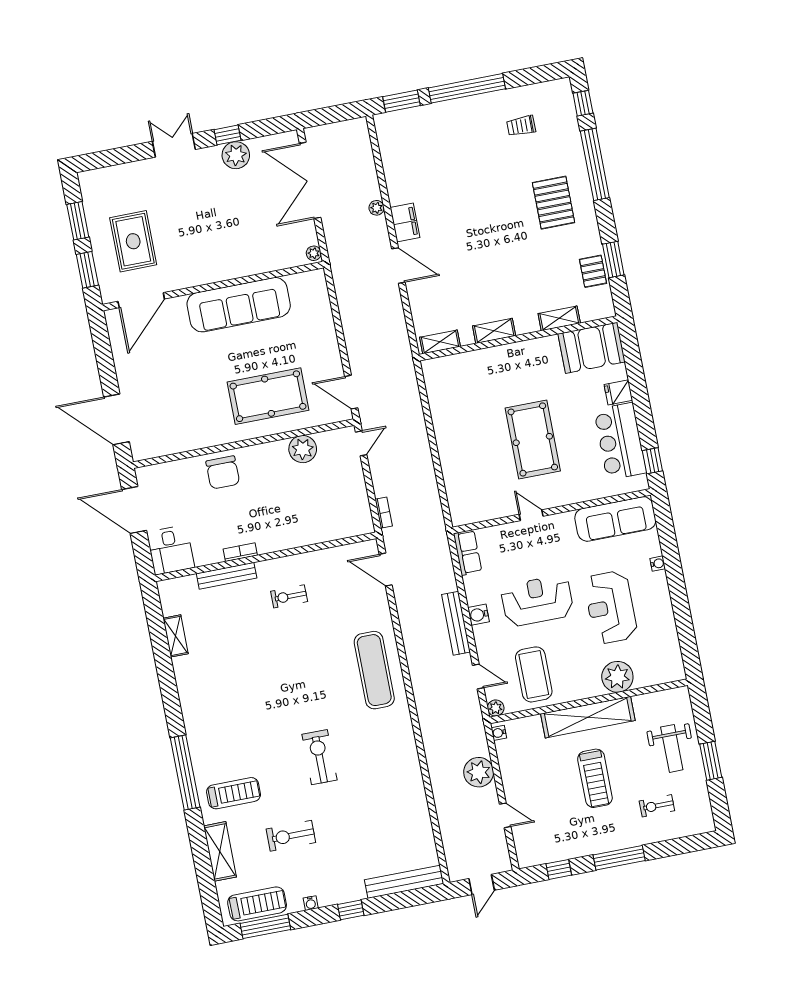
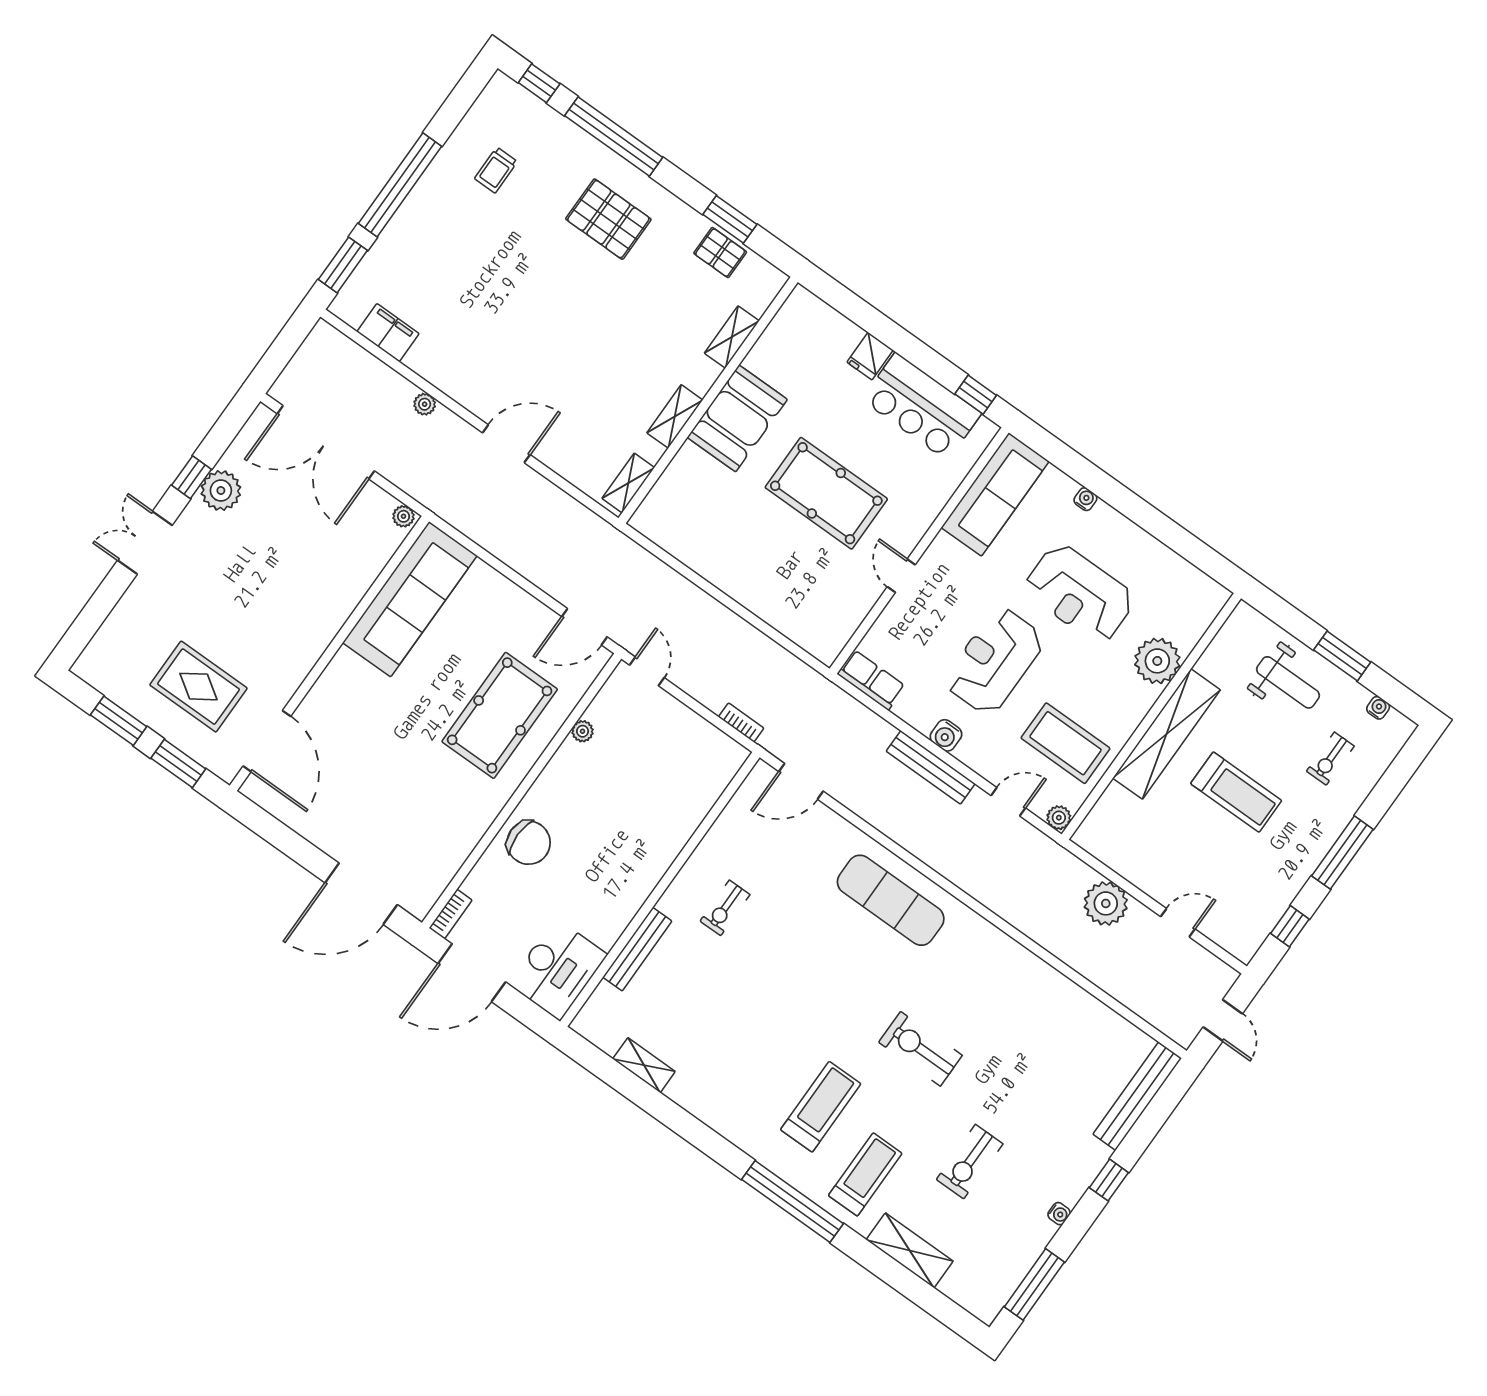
filing cabinet: (405, 222) -> (388, 333), moved
sofa: (239, 305) -> (410, 599), moved
booth: (592, 348) -> (737, 418), moved
plant: (303, 449) -> (583, 731), width x0.53, depth x0.53
door: (531, 515) -> (901, 576), hinge flipped
desk: (171, 550) -> (558, 969), width x1.37
bookcase: (240, 552) -> (451, 914), moved, turned 180
water cooler: (499, 733) -> (1378, 708), moved, turned 180
treadmill: (257, 904) -> (821, 1107), moved

